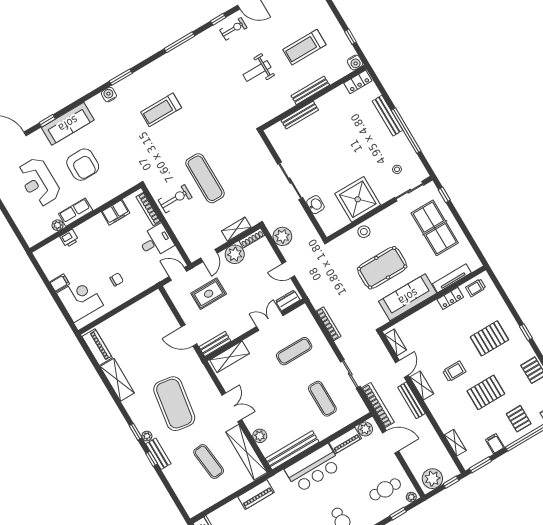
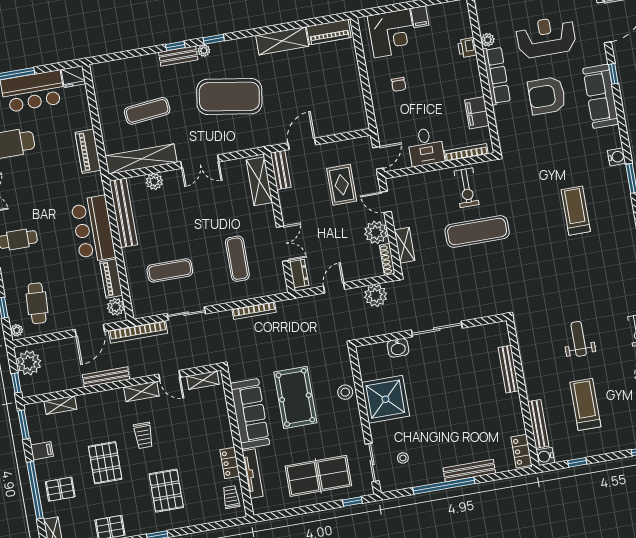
bench: (310, 90) -> (538, 424), moved
row of seats: (76, 212) -> (496, 76), width x1.48
bench: (411, 400) -> (106, 377), moved

